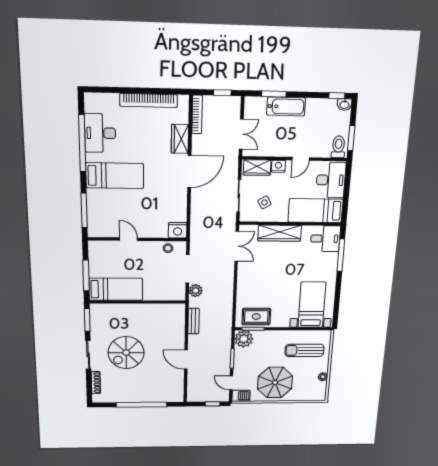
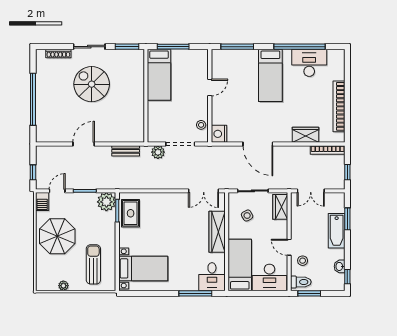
washbasin: (344, 105) -> (340, 266), moved
stool: (316, 145) -> (303, 261), added
nightstand: (278, 166) -> (282, 227), removed
door: (189, 171) -> (258, 144), moved

